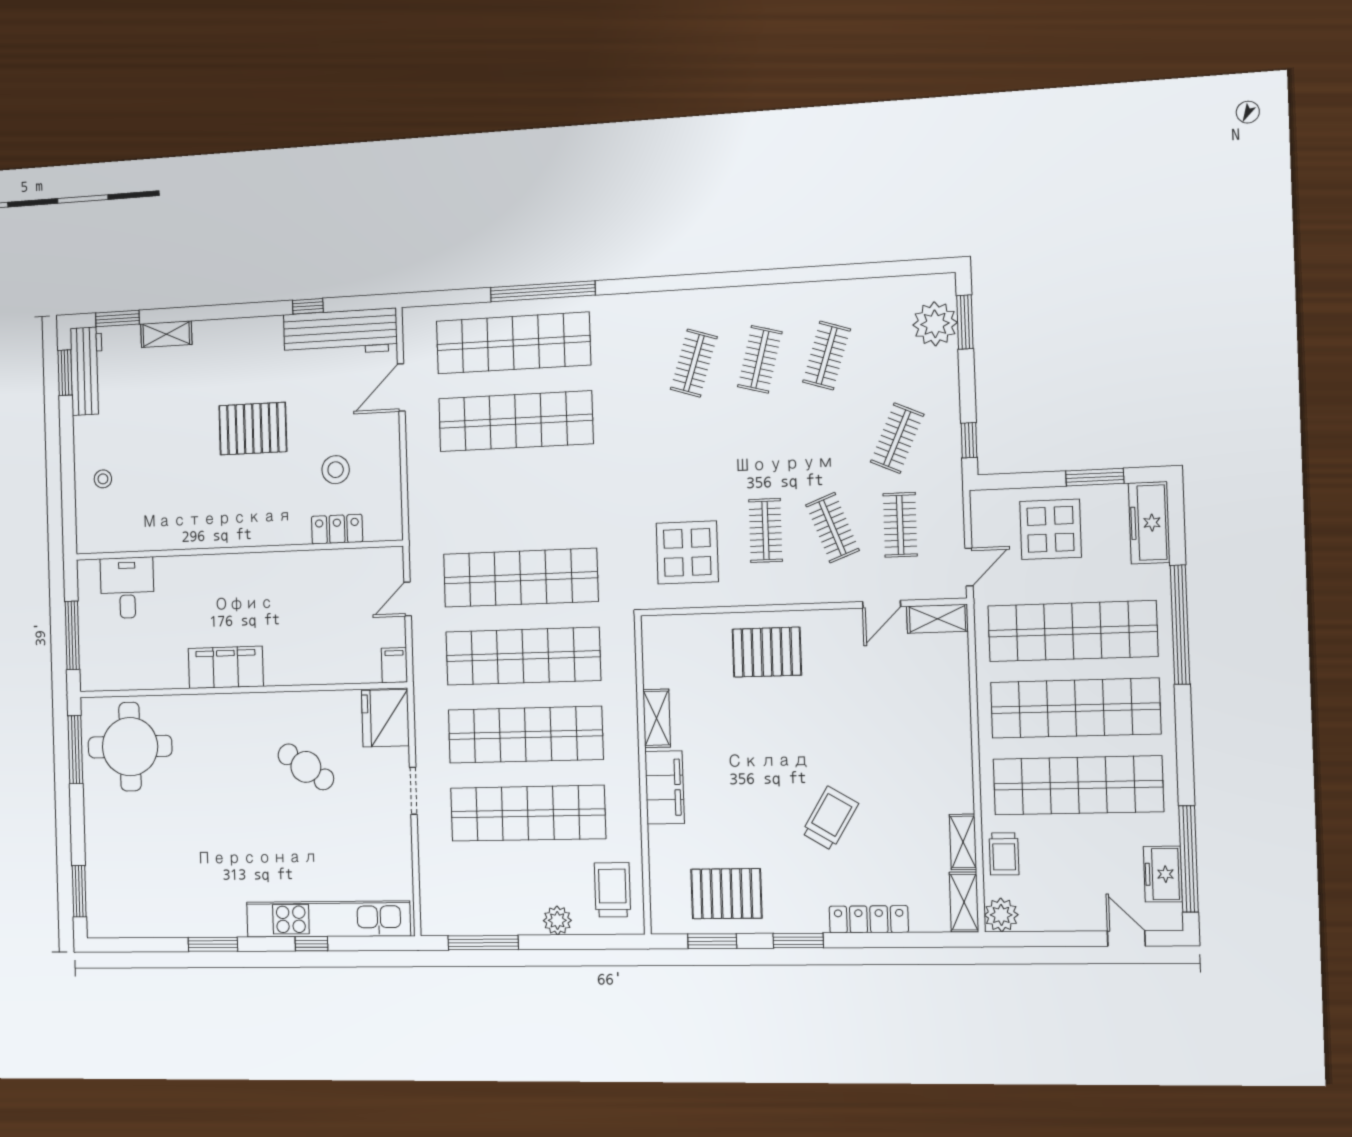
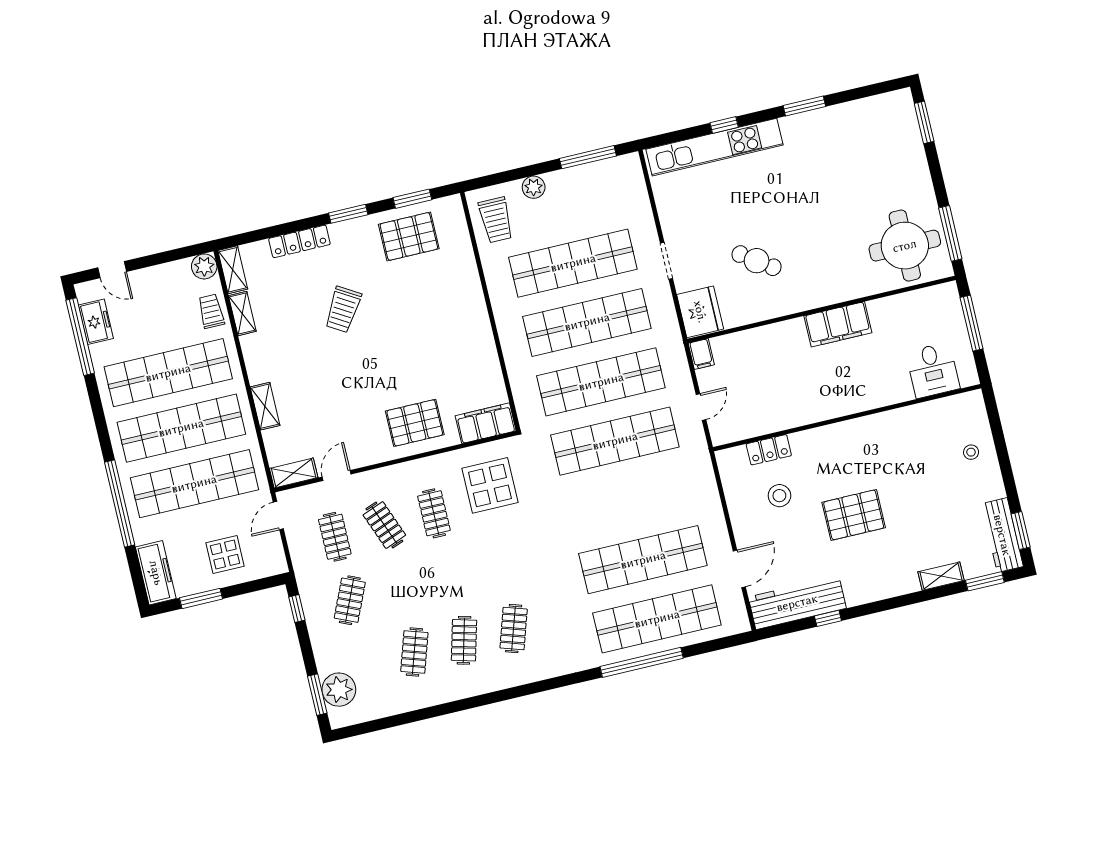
display table: (1050, 529) -> (225, 555), width x0.73, depth x0.73
shelving: (657, 718) -> (265, 406), moved
filing cabinet: (665, 787) -> (486, 423), moved, turned 90

